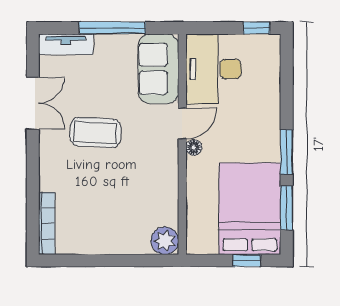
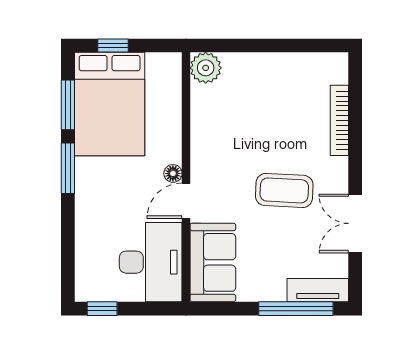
window: (112, 28) -> (296, 309), moved
bookcase: (47, 223) -> (339, 120), moved

